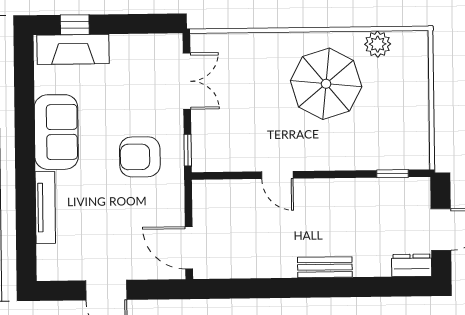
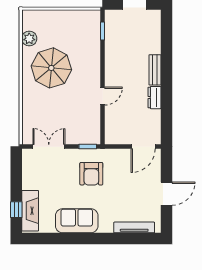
tv unit: (45, 208) -> (134, 227), moved
dresser: (412, 265) -> (155, 98), moved

